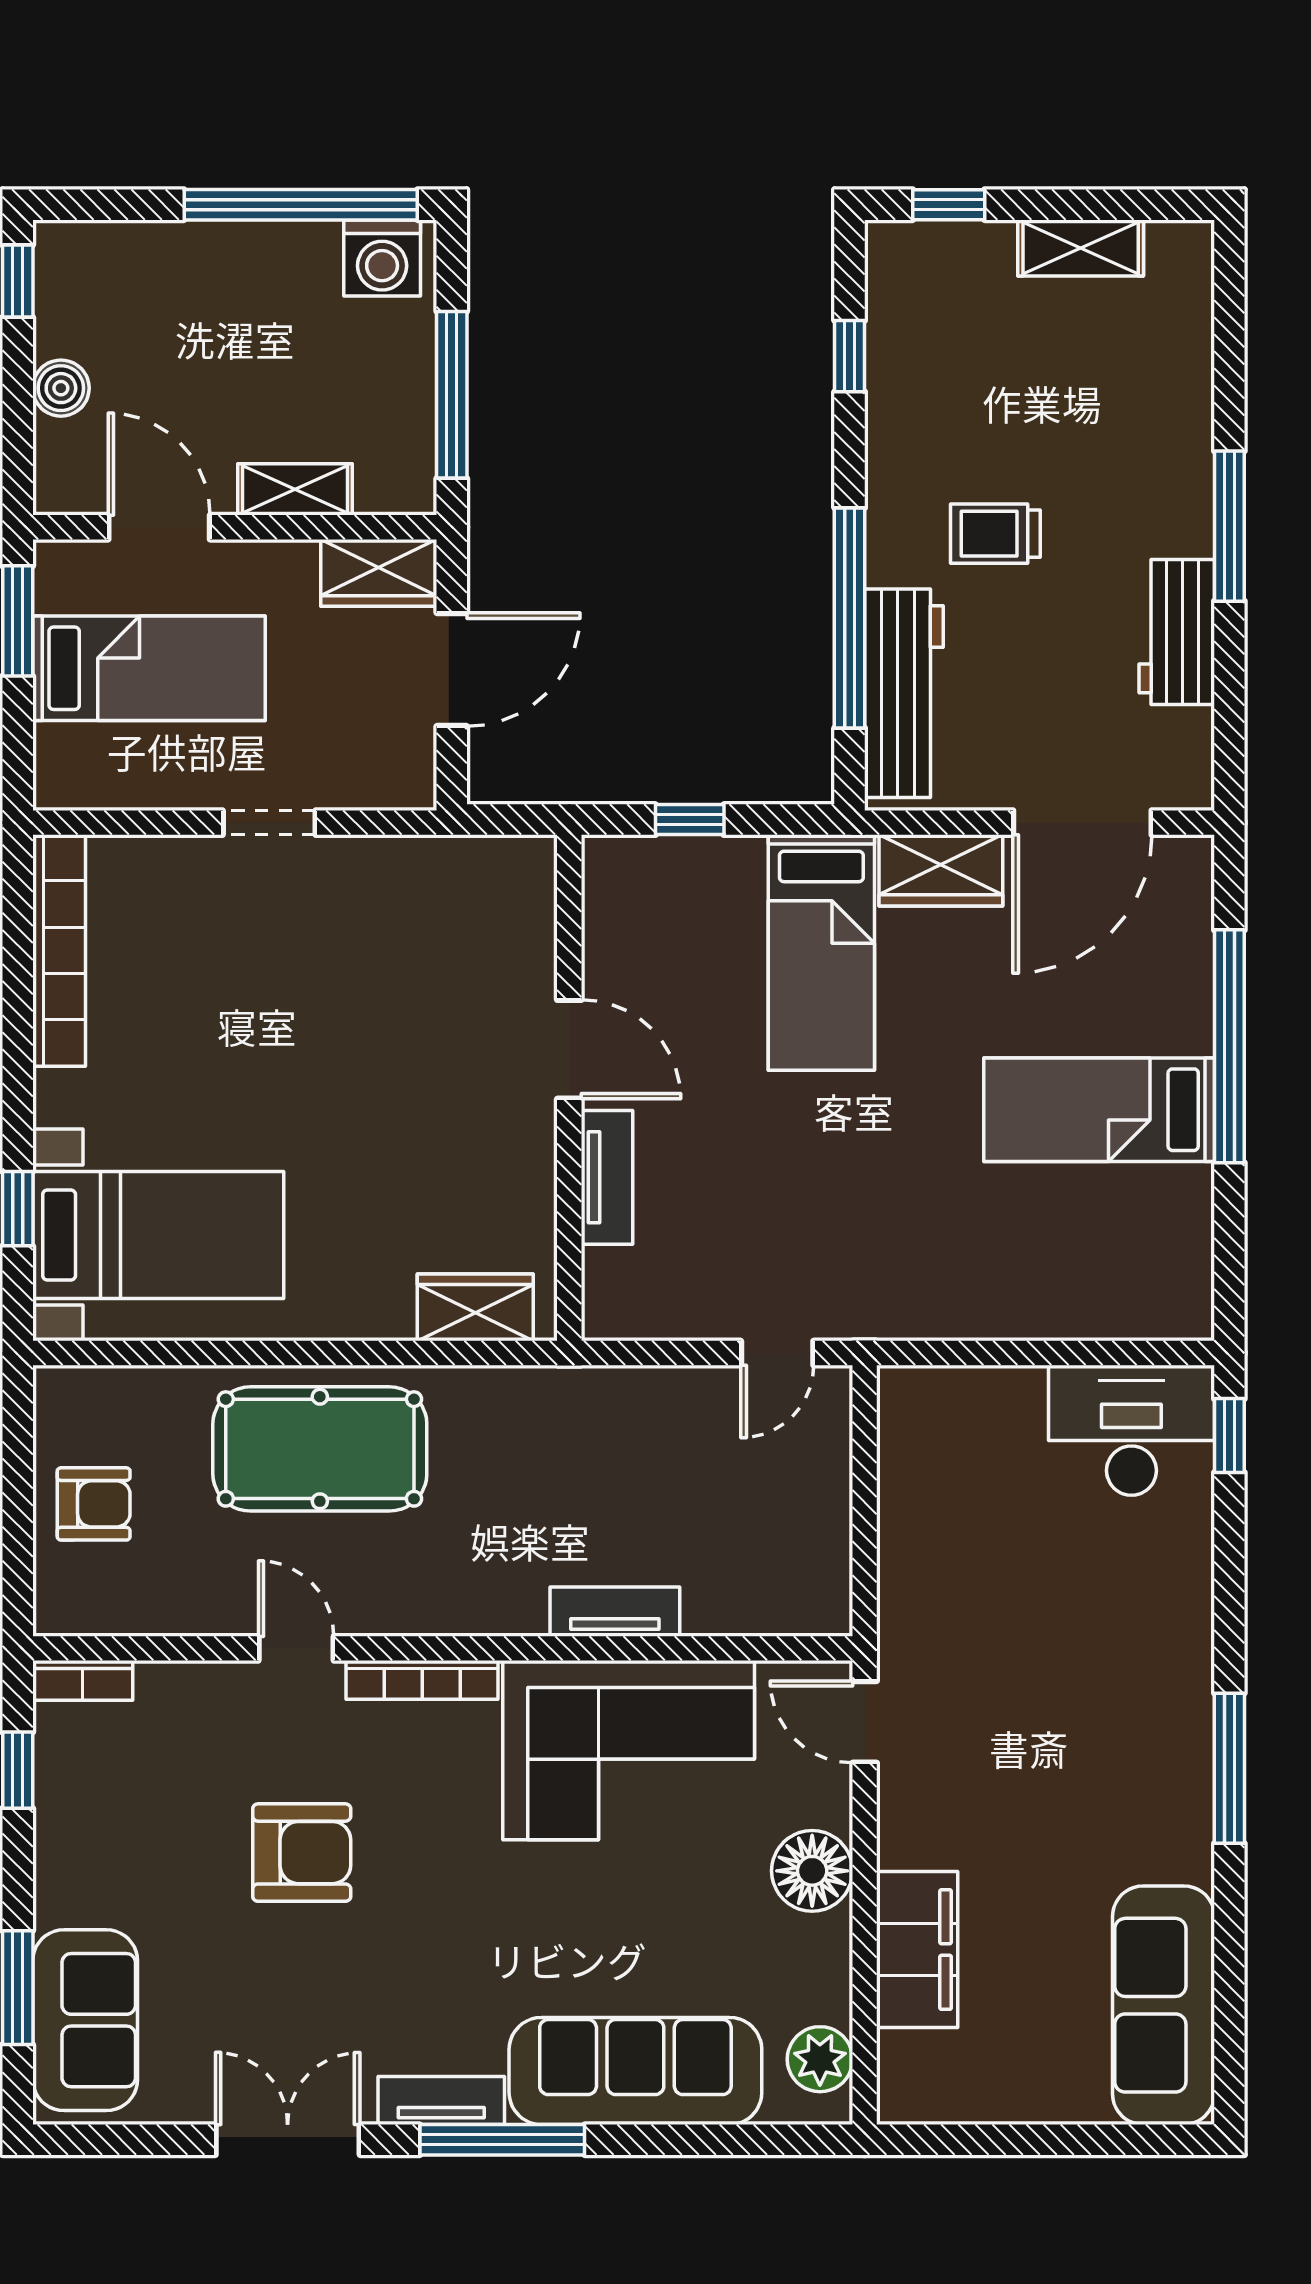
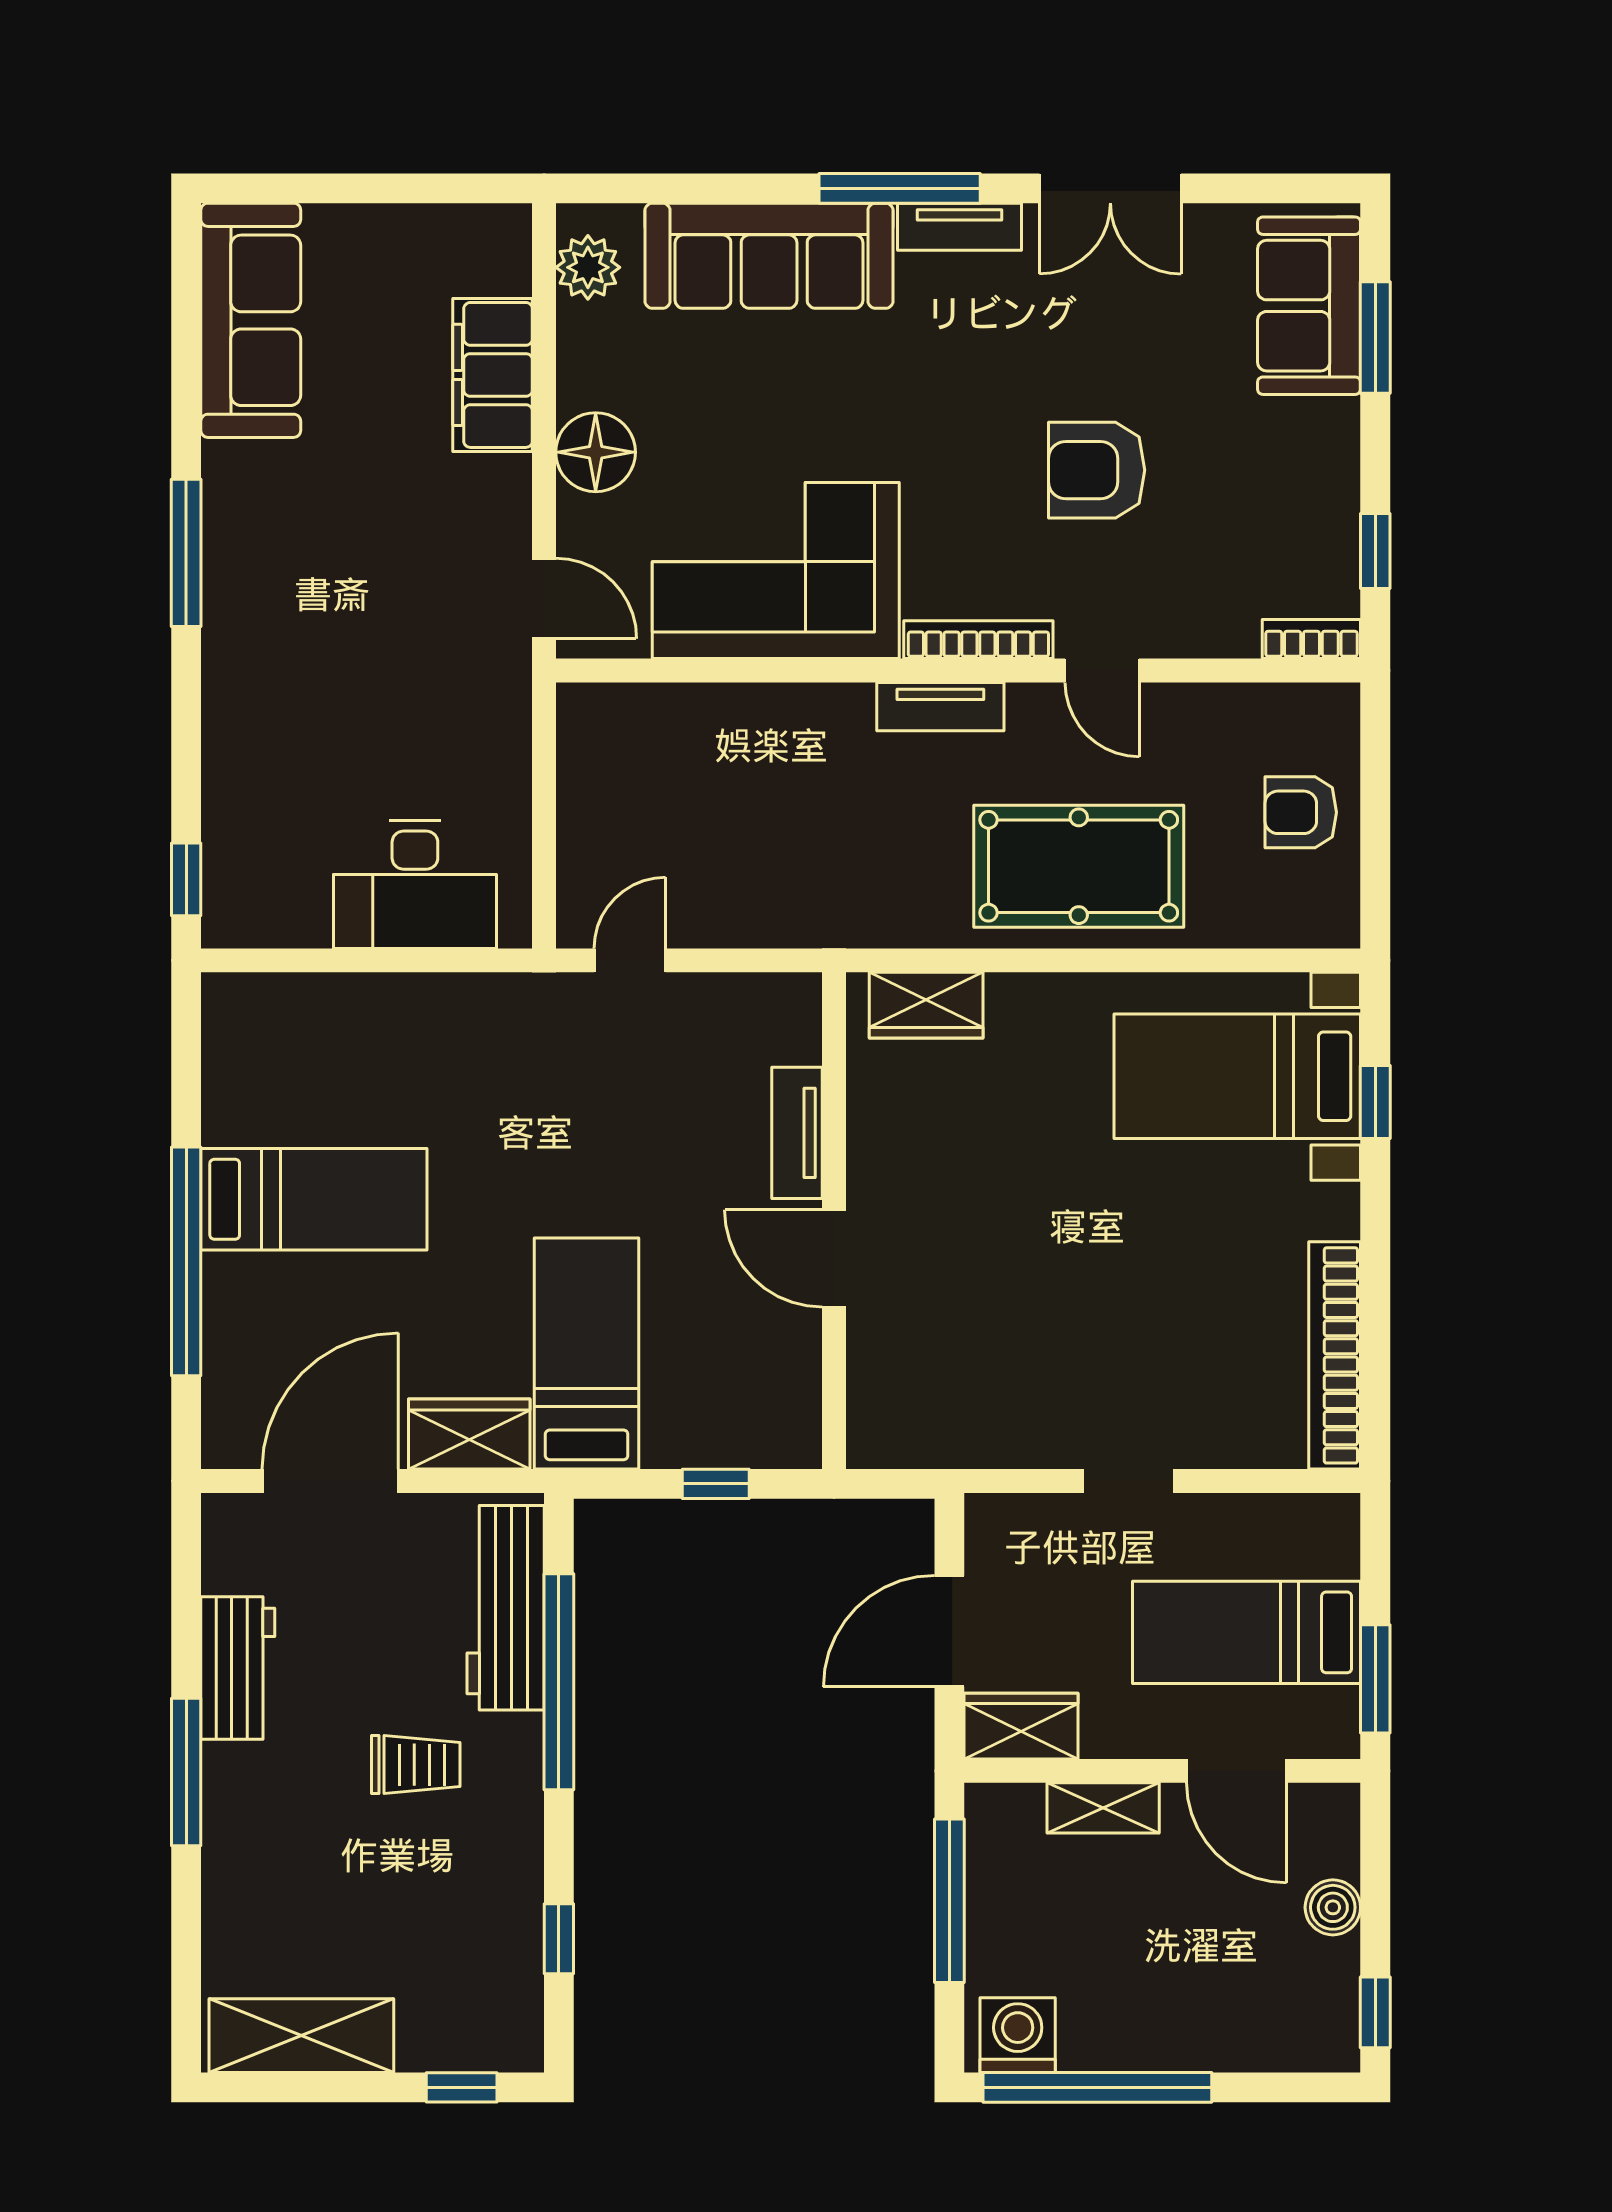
shelving: (1081, 248) -> (301, 2036), width x1.50, depth x1.33
desk: (1131, 1430) -> (415, 885), moved
tv unit: (615, 1612) -> (940, 707), moved

